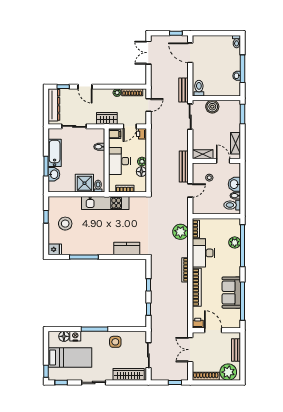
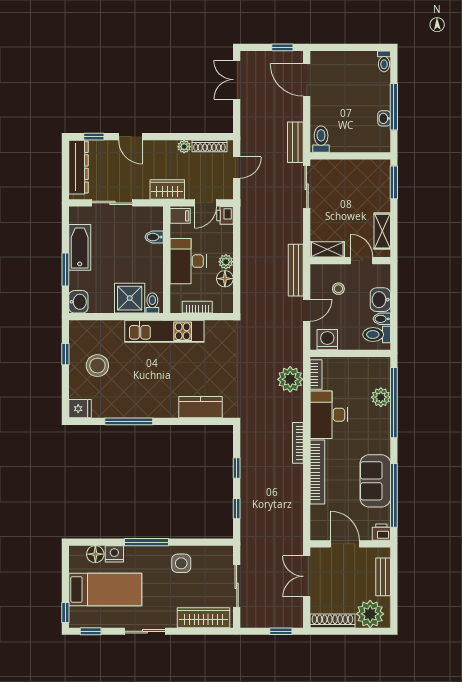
boiler: (212, 107) -> (343, 170), removed
washbasin: (54, 174) -> (78, 302), moved
washing machine: (203, 208) -> (327, 340), added
printer: (198, 323) -> (381, 532), moved

